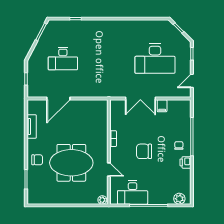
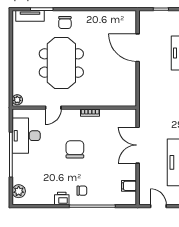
filing cabinet: (162, 106) -> (129, 186), moved
tv unit: (32, 126) -> (30, 16), moved

